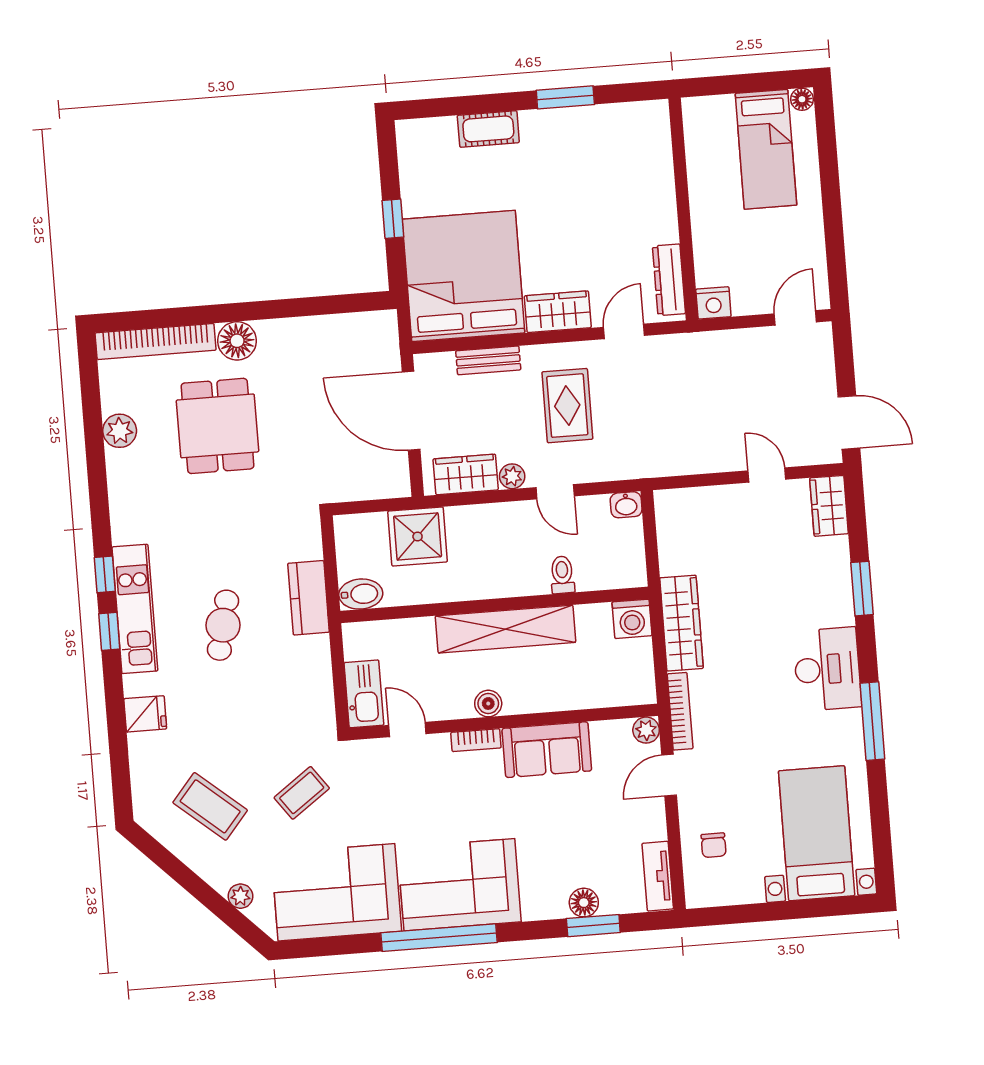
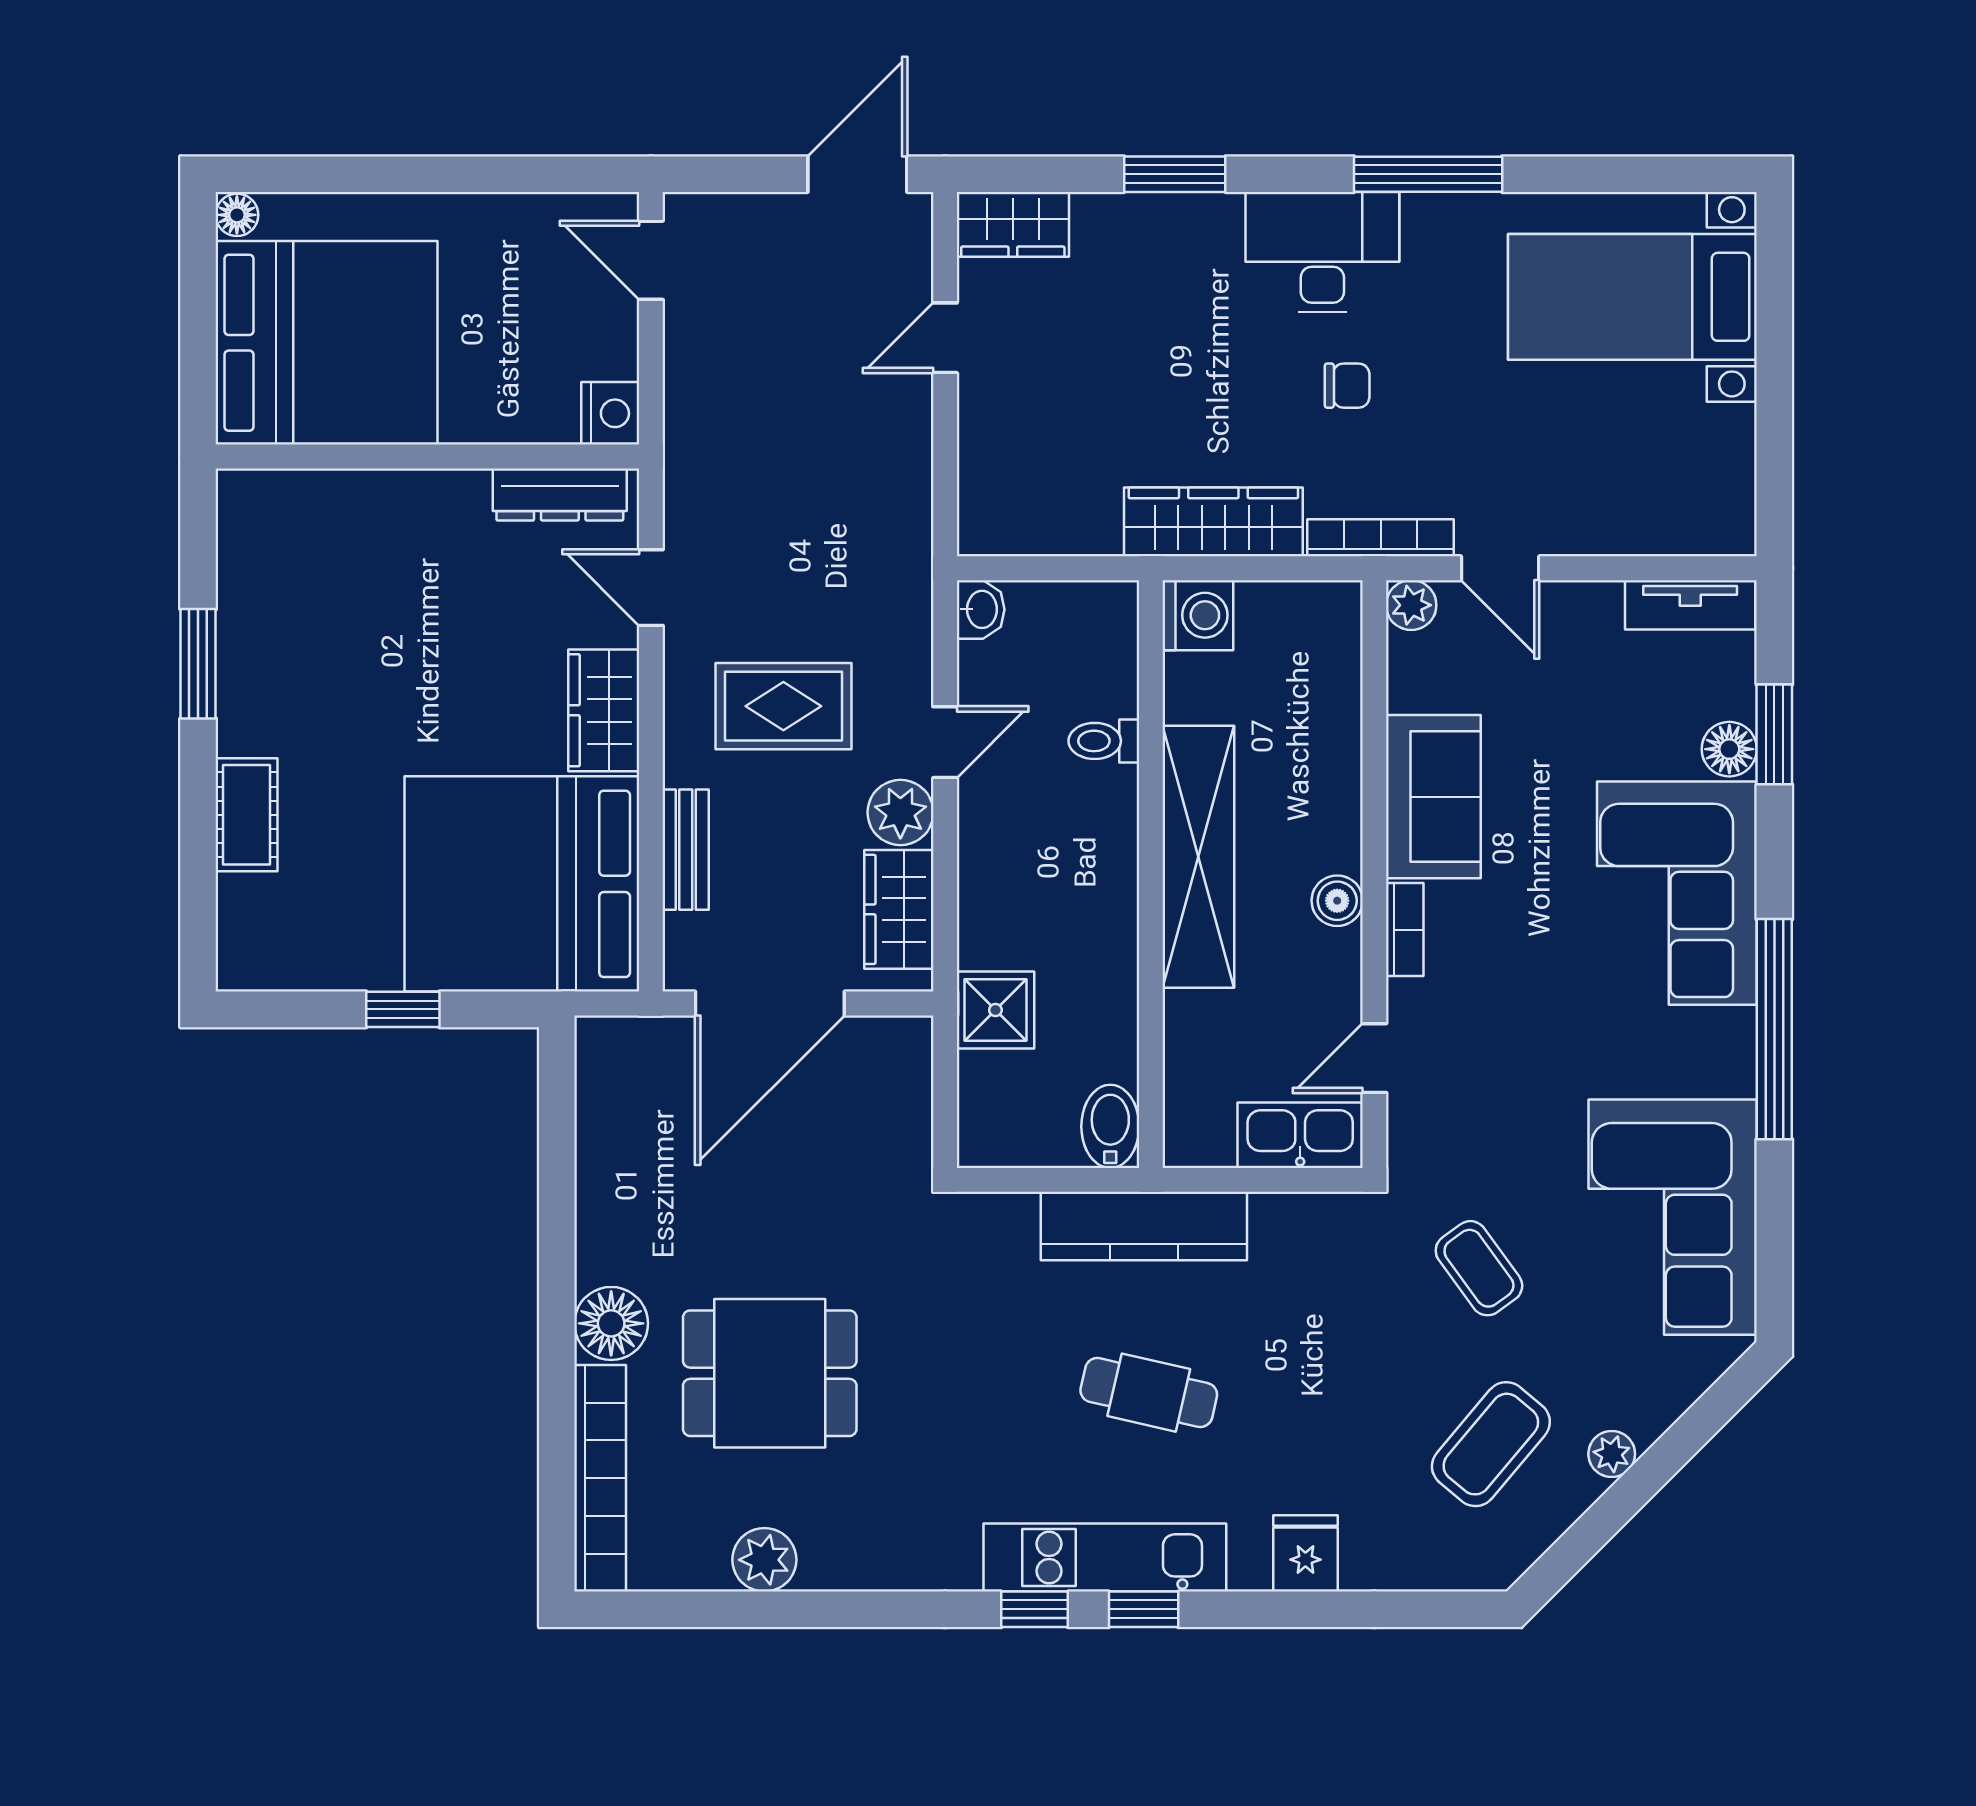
bed: (766, 149) -> (327, 343), width x2.04
plant: (512, 476) -> (900, 812), width x1.38, depth x1.38
shower: (418, 536) -> (995, 1010), width x0.73, depth x0.73
kitchen counter: (309, 598) -> (1144, 1226), width x1.50
chair: (714, 845) -> (1347, 386), moved
corner sofa: (459, 885) -> (1677, 893), moved
plant: (240, 896) -> (1612, 1454), moved

